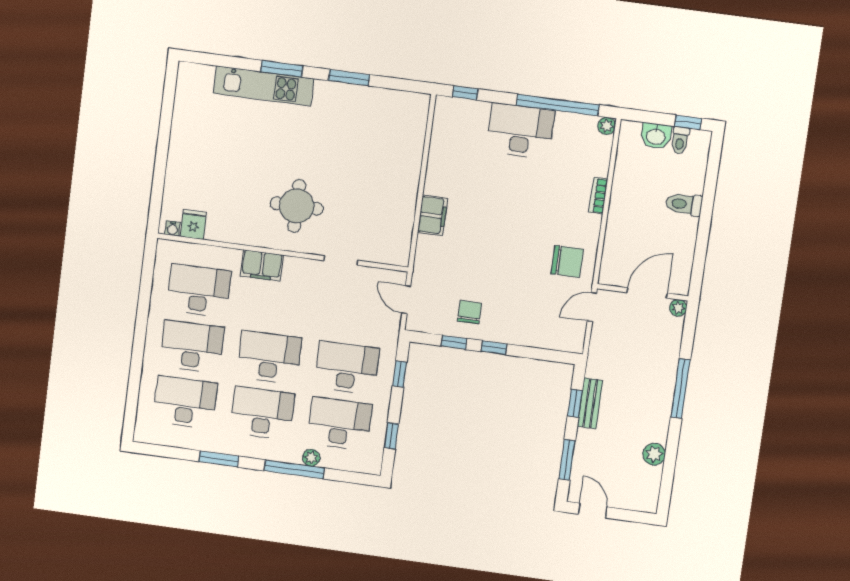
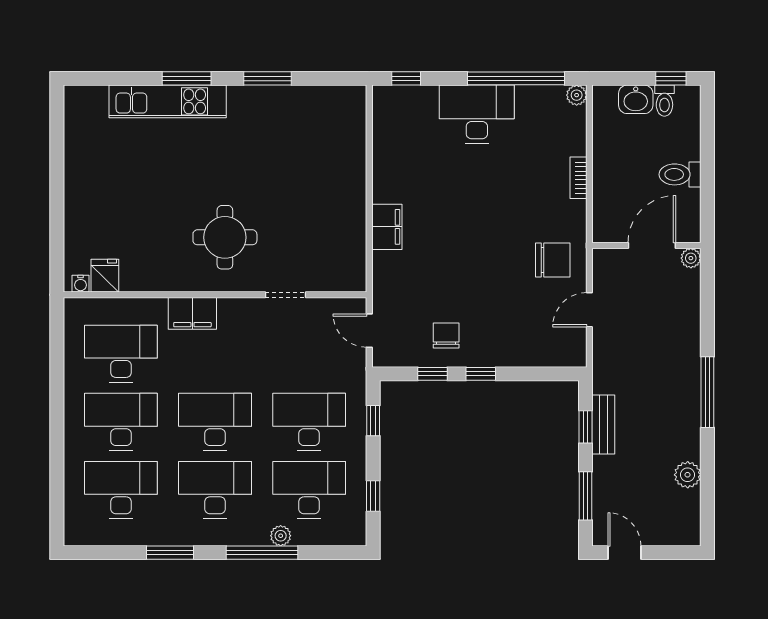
wall: (643, 292) -> (646, 246), moved
door: (647, 293) -> (652, 246), moved
plant: (678, 308) -> (691, 258), moved

